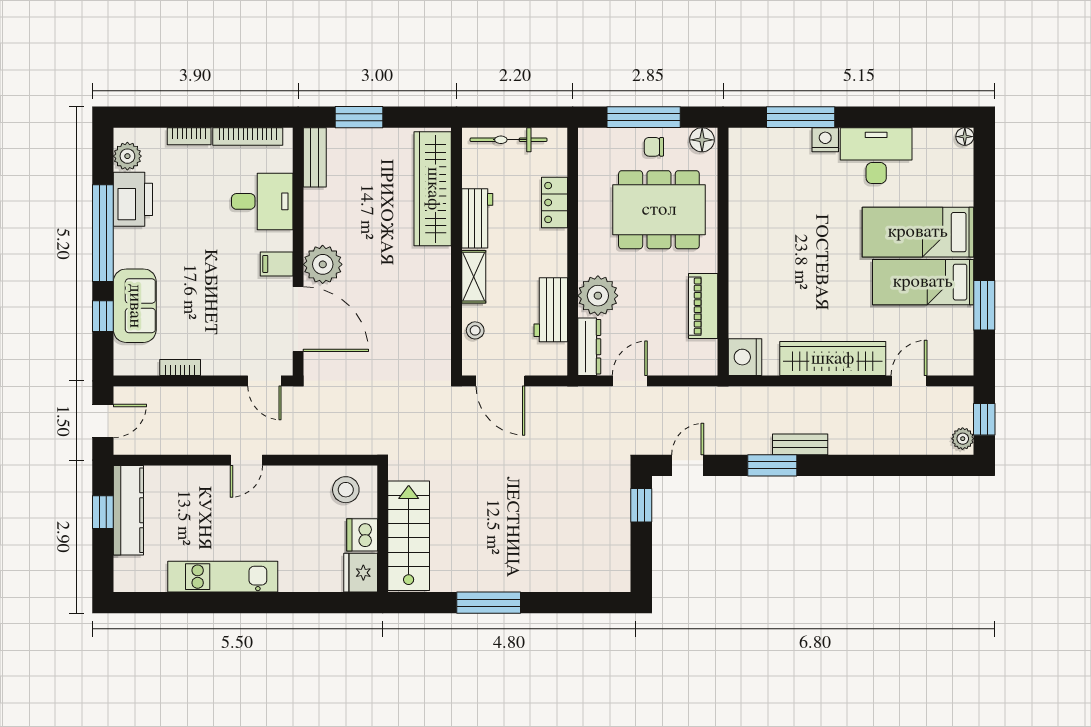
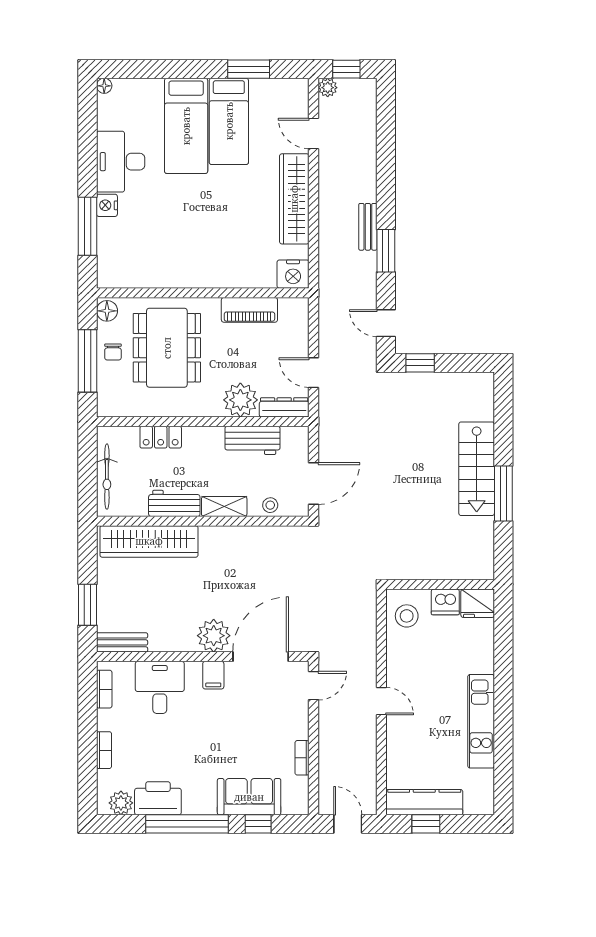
bookcase: (248, 137) -> (104, 689), width x0.64
plant: (963, 439) -> (328, 88), moved
stairs: (409, 536) -> (477, 469), moved, turned -90

